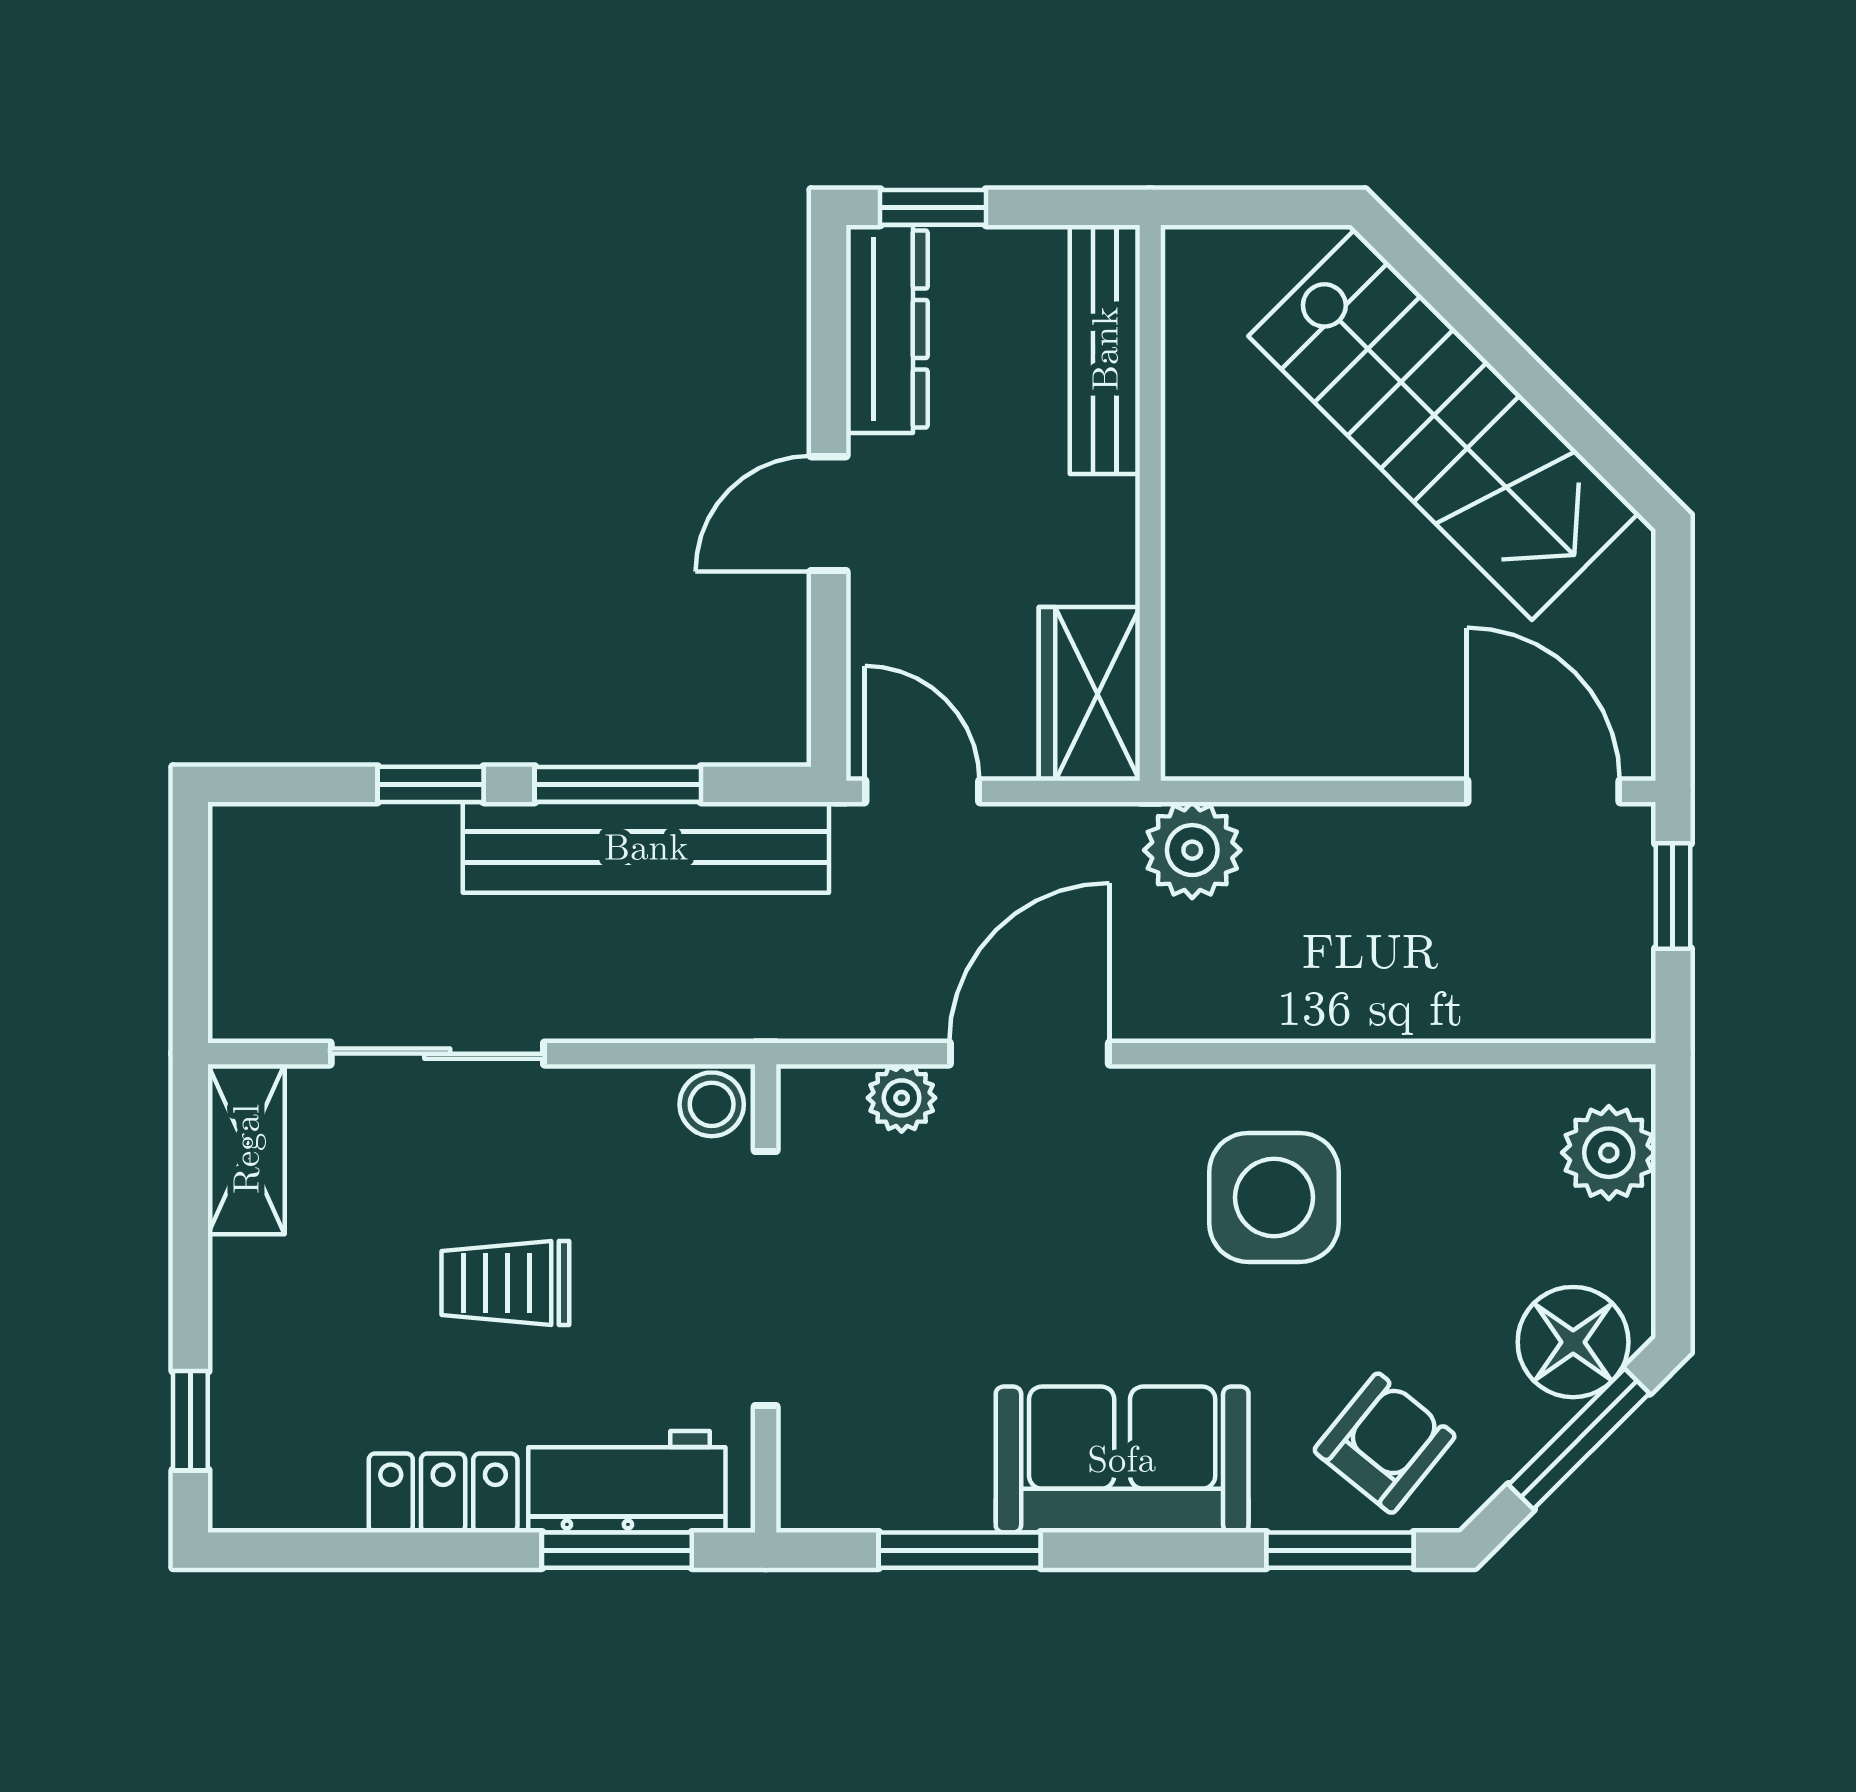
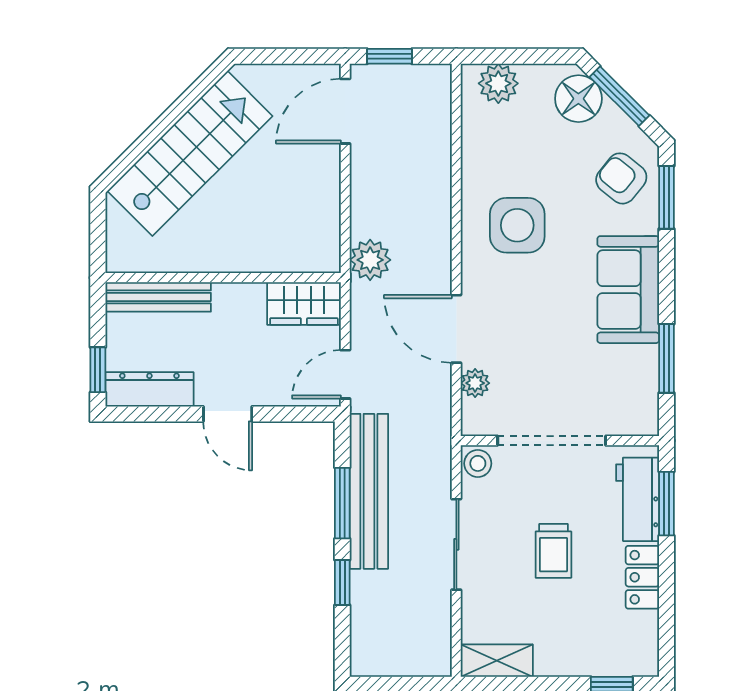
sliding door: (437, 1054) -> (456, 544), moved

